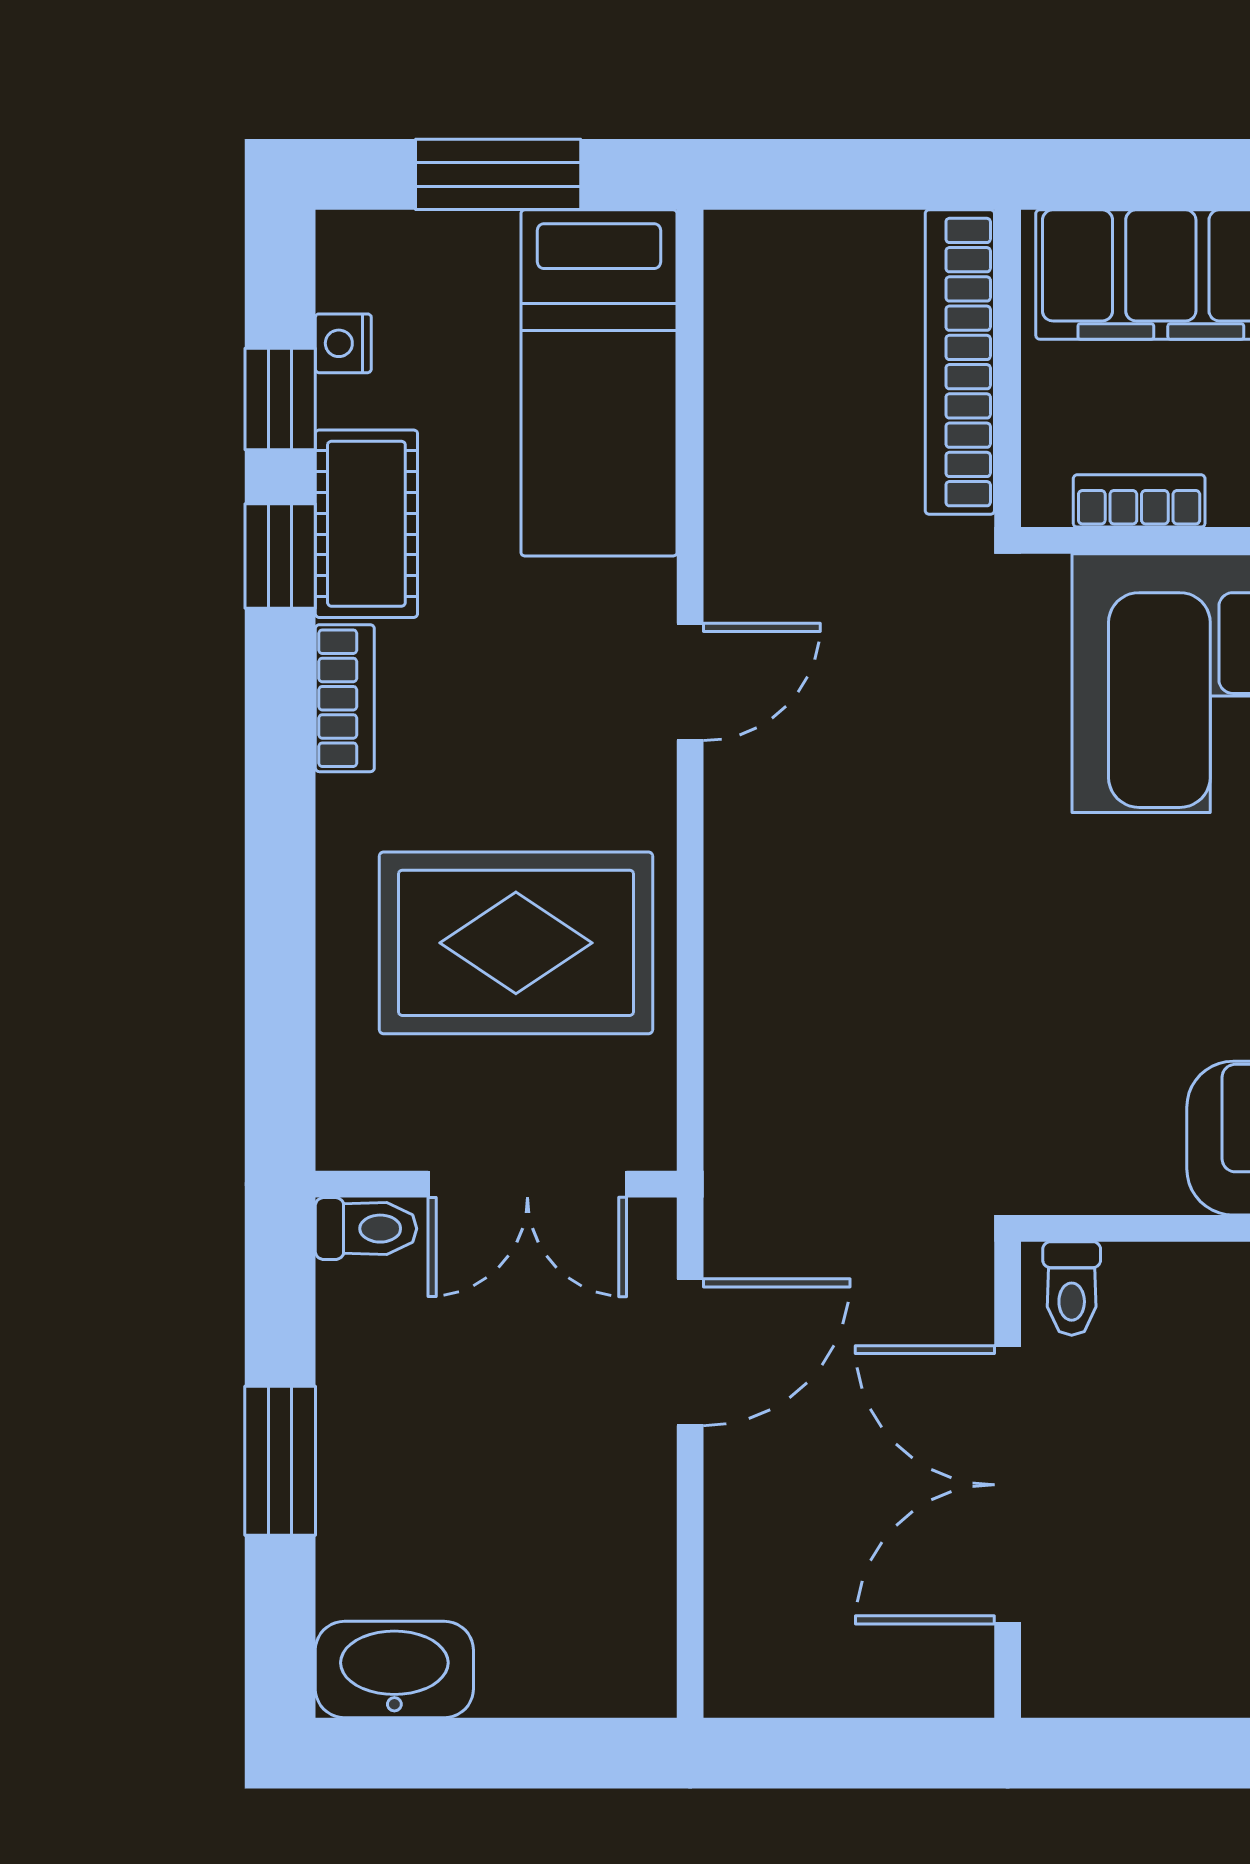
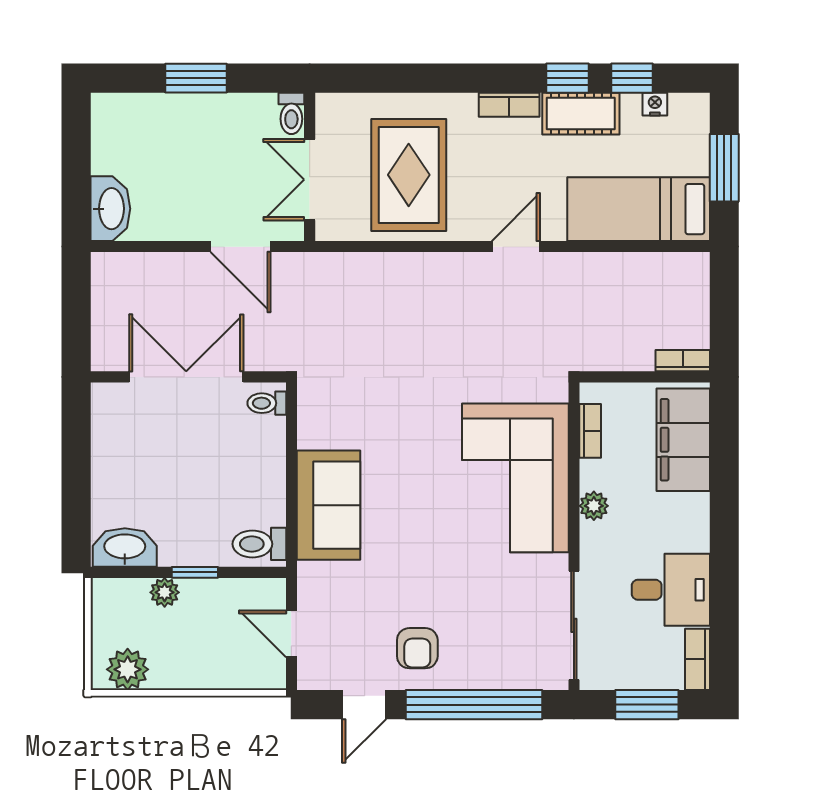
bookcase: (960, 362) -> (683, 361), width x0.43, depth x0.76
door: (690, 682) -> (516, 247), swing flipped
washbasin: (394, 1670) -> (110, 209), moved

